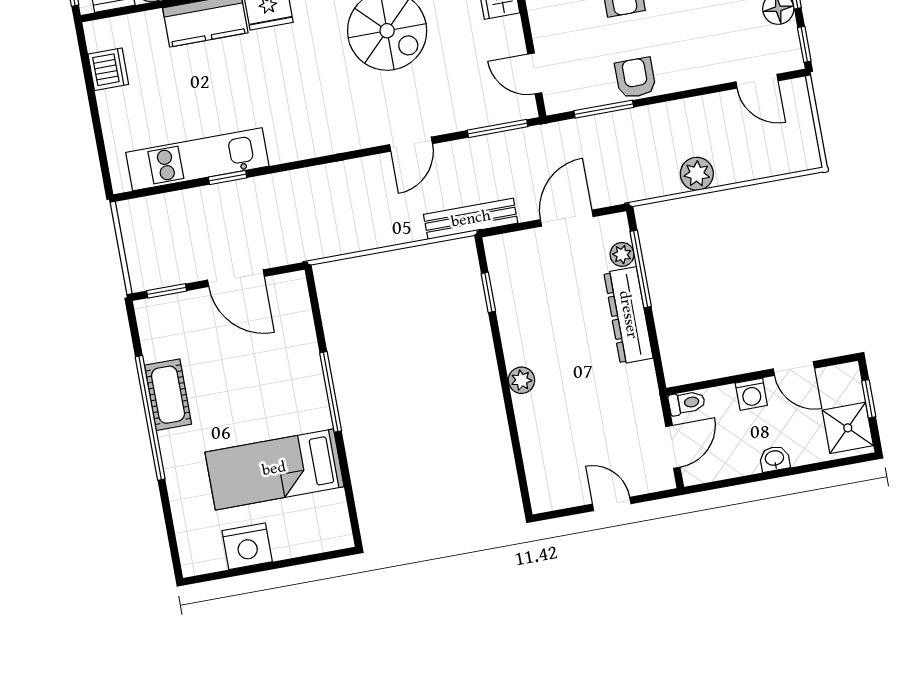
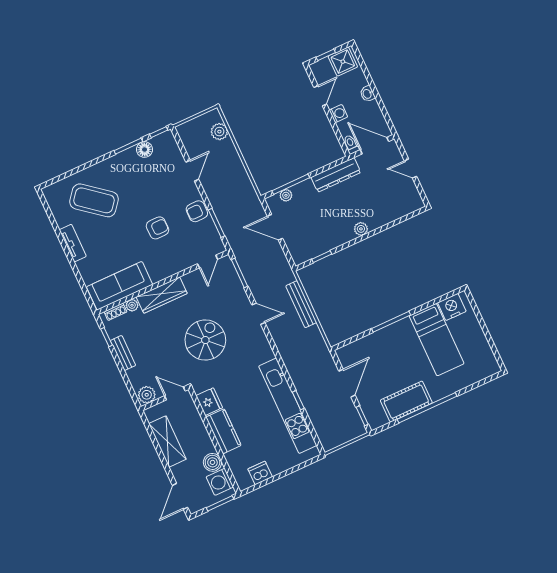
door: (757, 81) -> (192, 171), moved
kitchen unit: (197, 159) -> (288, 406), width x1.36
plant: (697, 174) -> (219, 132), moved
bench: (471, 219) -> (301, 304), moved
dresser: (628, 315) -> (336, 175), moved
cot: (168, 395) -> (406, 402), width x1.37, depth x1.34
door: (673, 447) -> (375, 146), width x1.38
door: (612, 504) -> (411, 169), hinge flipped
nightstand: (247, 546) -> (452, 307), moved, turned -90

